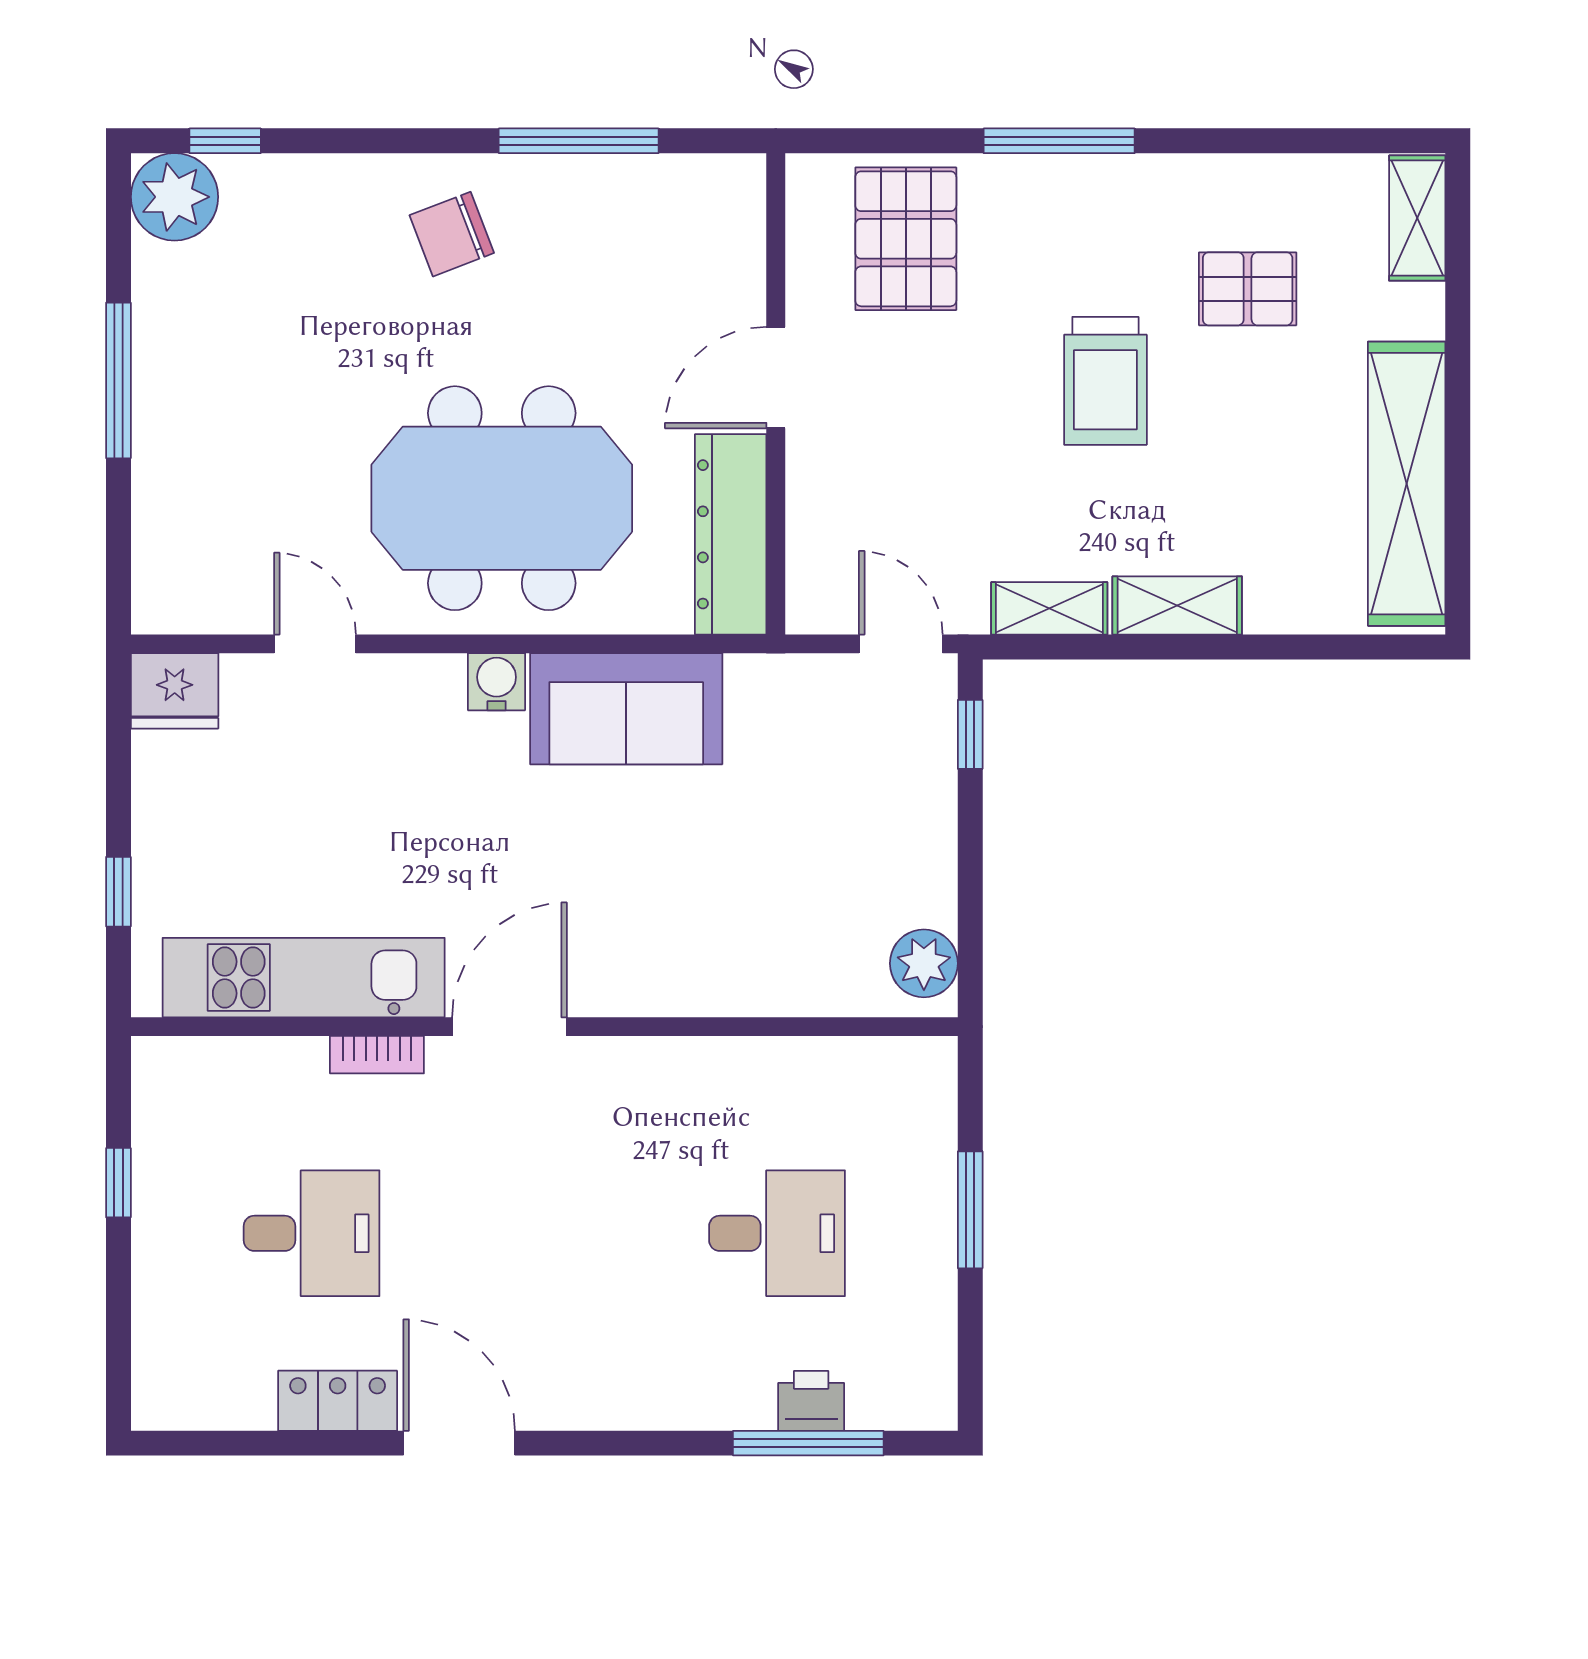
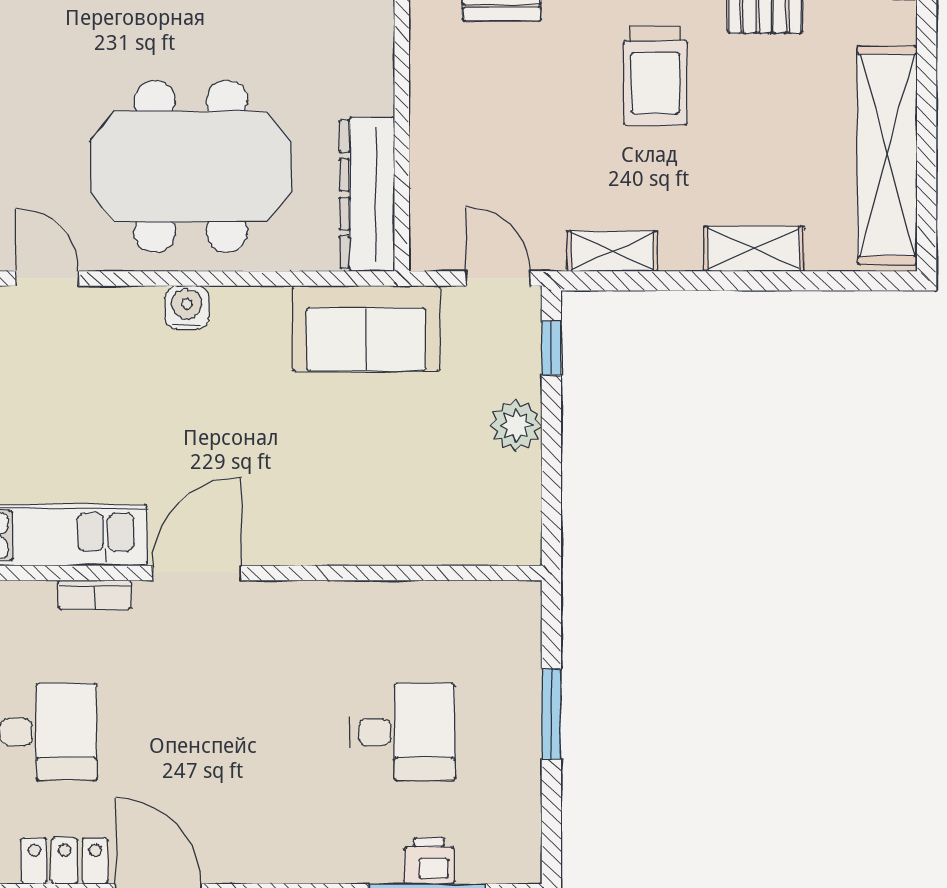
door: (776, 378) -> (402, 74), removed
shelving: (1177, 605) -> (754, 249), moved
sofa: (626, 709) -> (366, 328), moved
plant: (924, 963) -> (516, 425), moved

